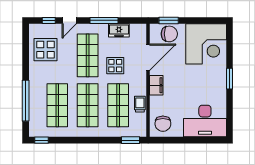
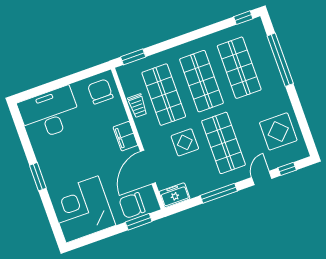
freezer: (119, 30) -> (174, 195), moved

